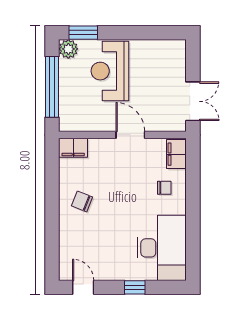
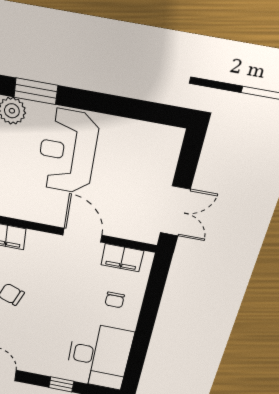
filing cabinet: (176, 154) -> (122, 258), moved, turned -90
chair: (164, 188) -> (115, 300), turned 90

